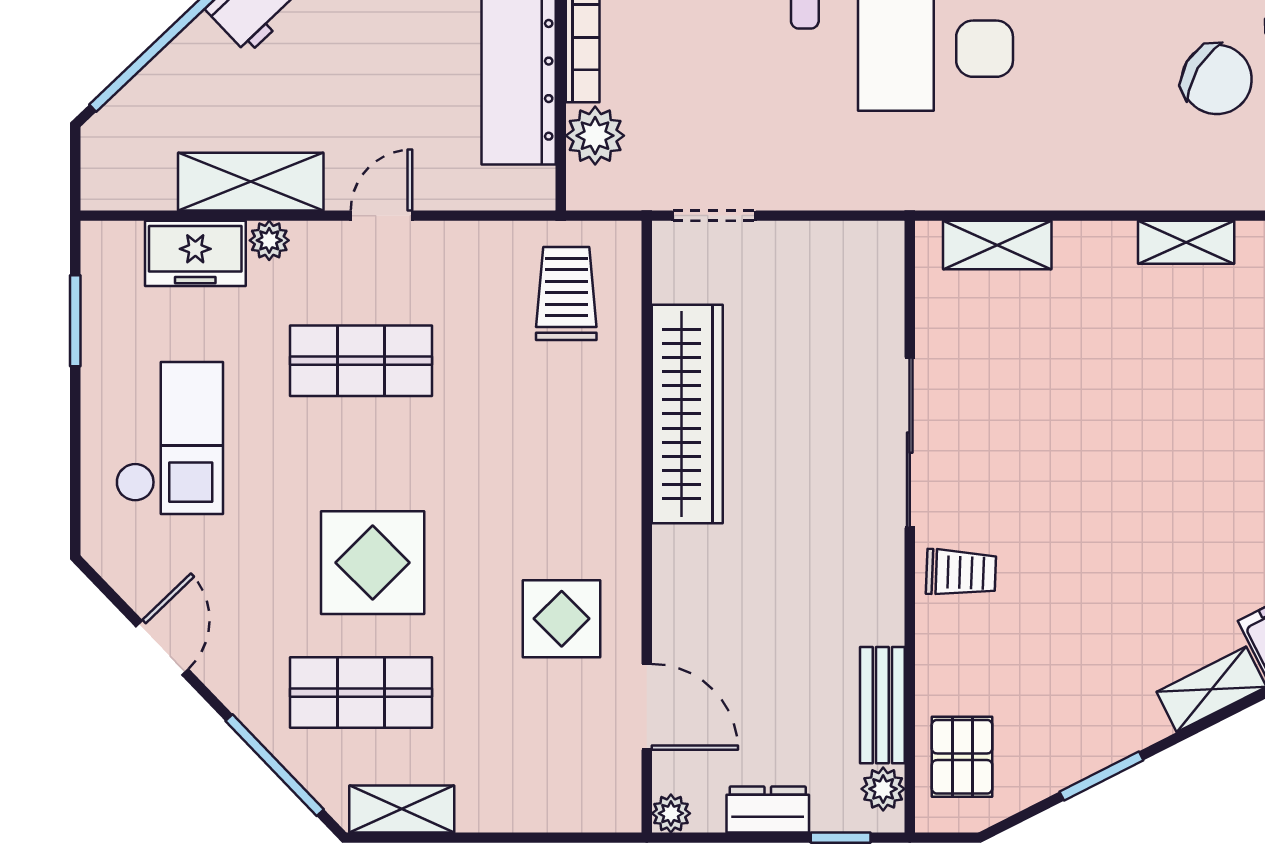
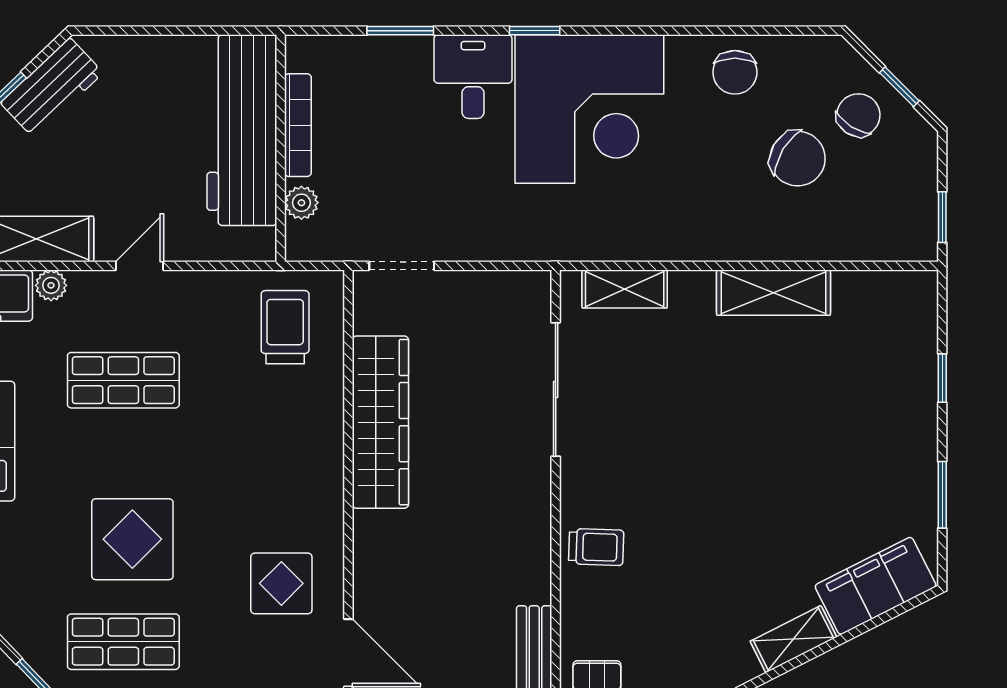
plant: (595, 136) -> (301, 203), width x0.73, depth x0.73
shelving: (1186, 242) -> (773, 293), width x1.50, depth x1.33
sliding door: (910, 443) -> (556, 390), moved

